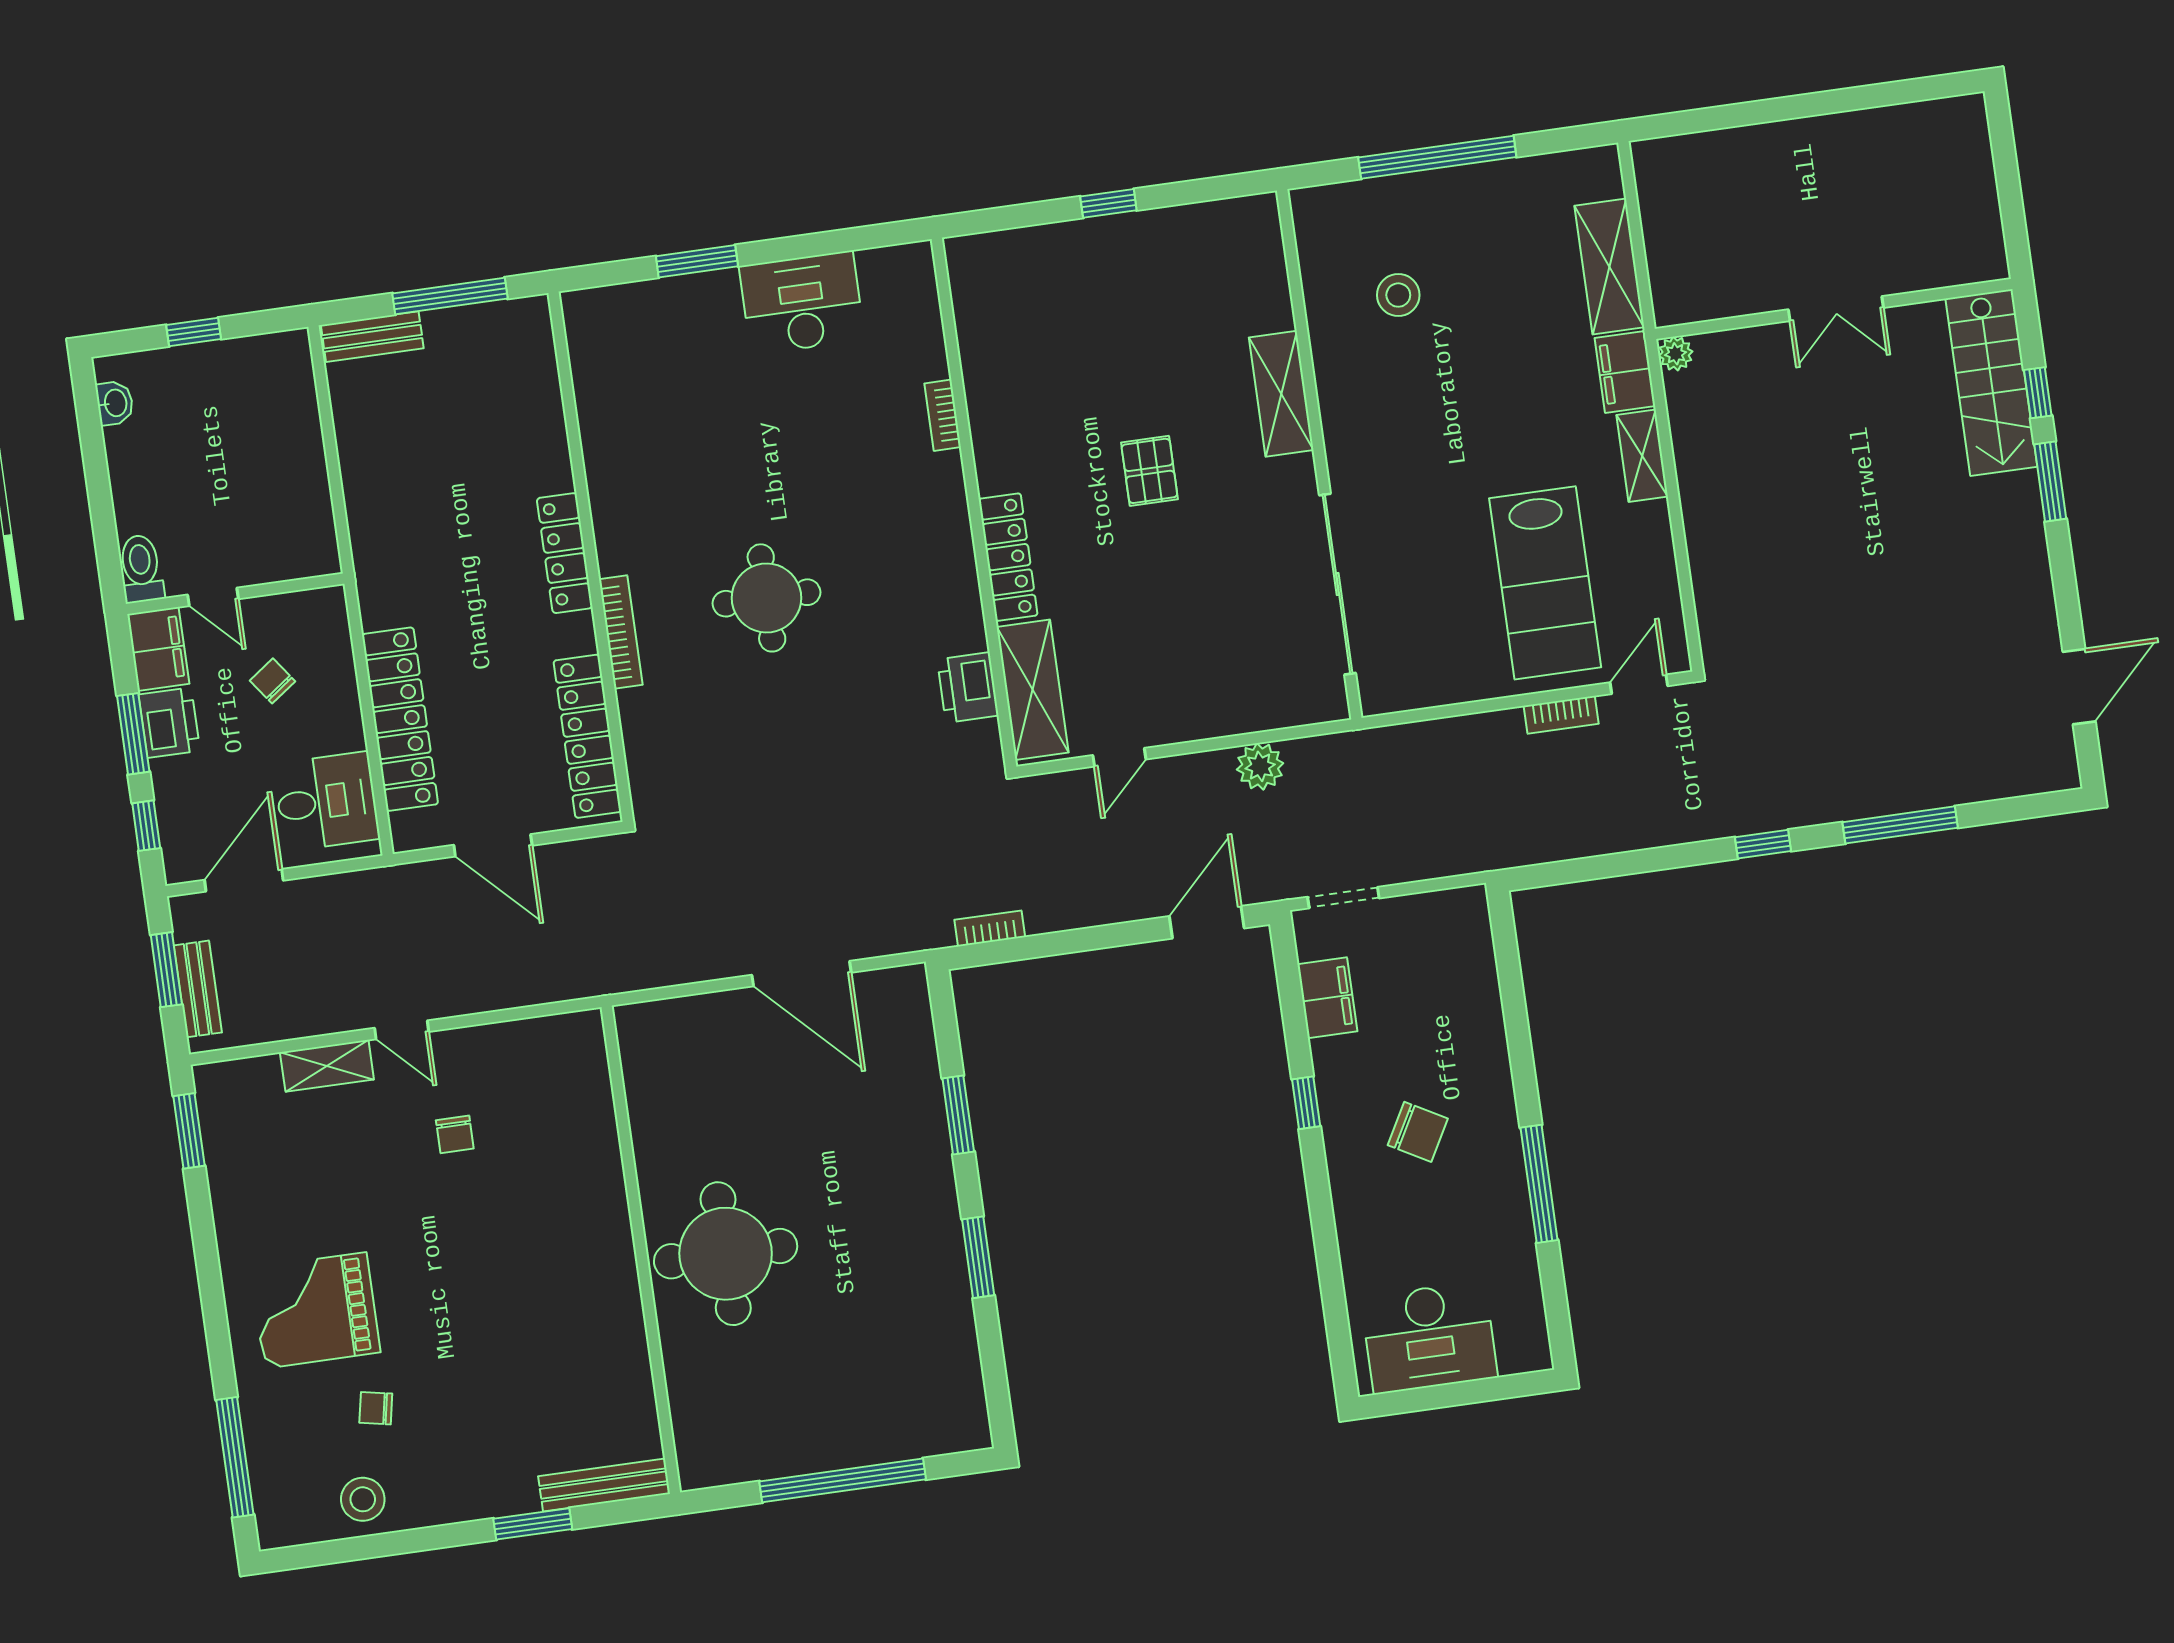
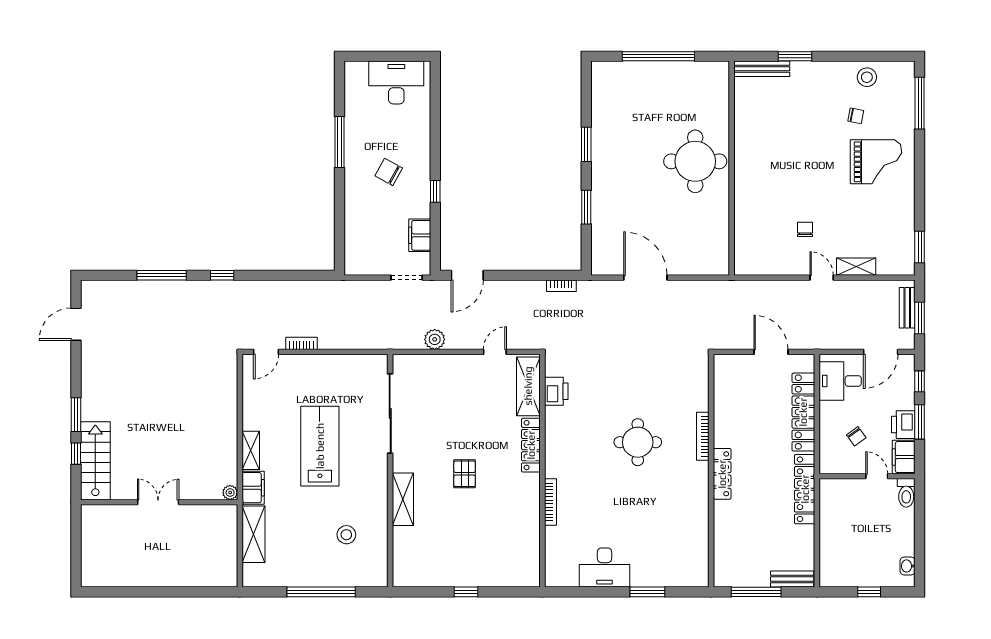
bookcase: (943, 415) -> (551, 502), width x1.56
lab bench: (1545, 583) -> (320, 446), moved
locker: (587, 736) -> (805, 489), moved, turned 180

